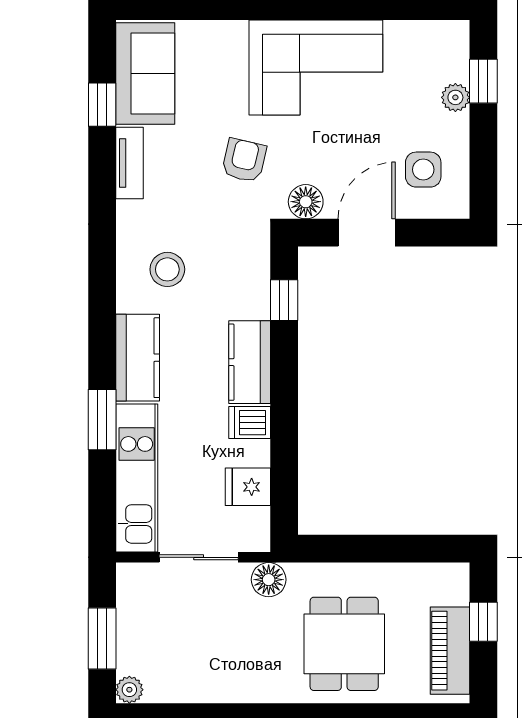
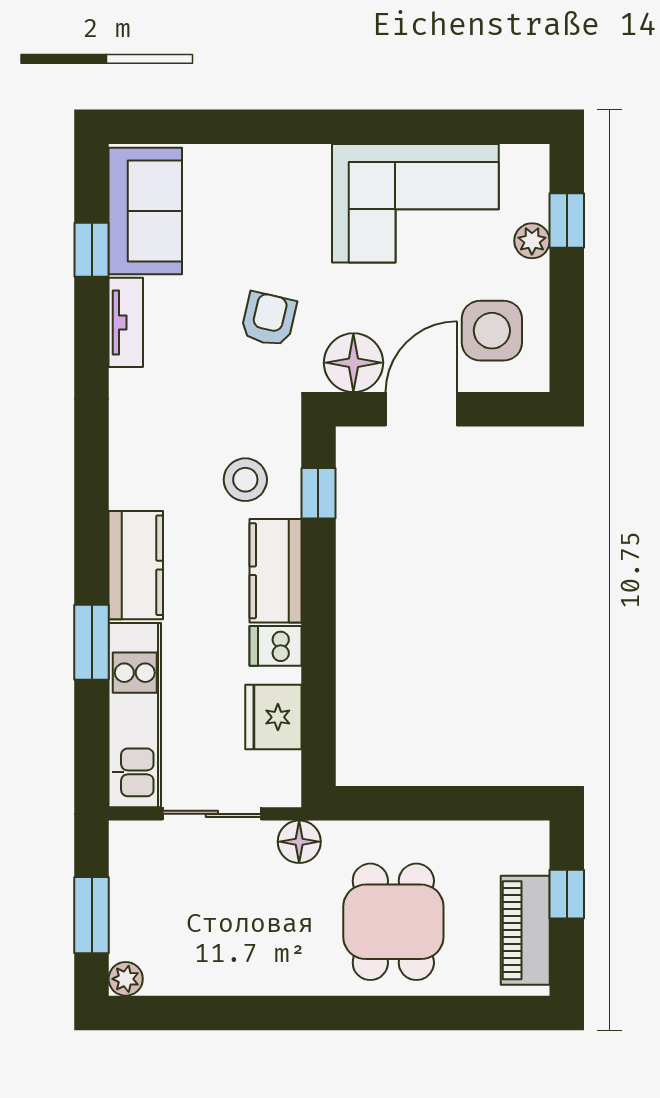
corner sofa: (316, 67) -> (415, 203), moved
side table: (423, 170) -> (492, 331), width x1.37, depth x1.37
floor lamp: (306, 202) -> (353, 363), width x1.38, depth x1.38
stool: (167, 269) -> (245, 480), moved
fridge: (248, 487) -> (273, 717), width x1.38

